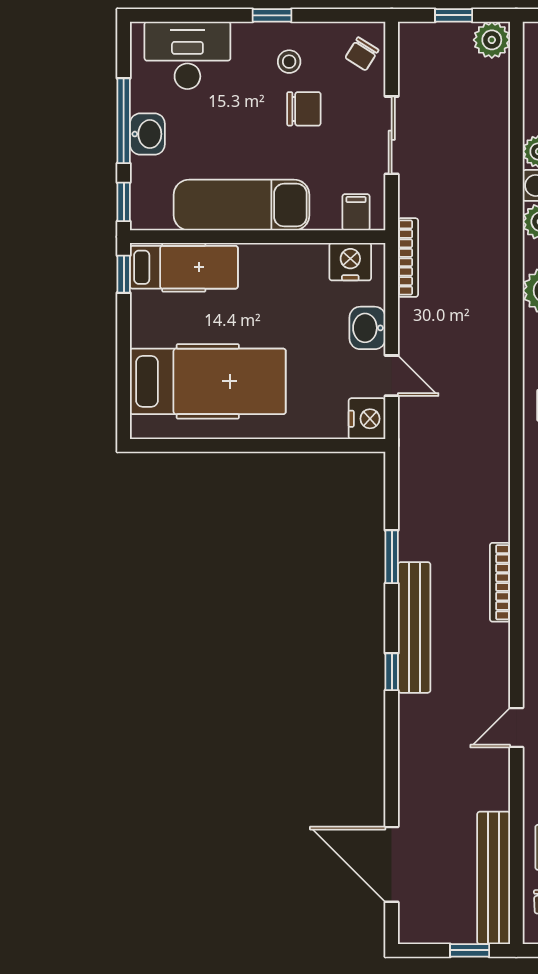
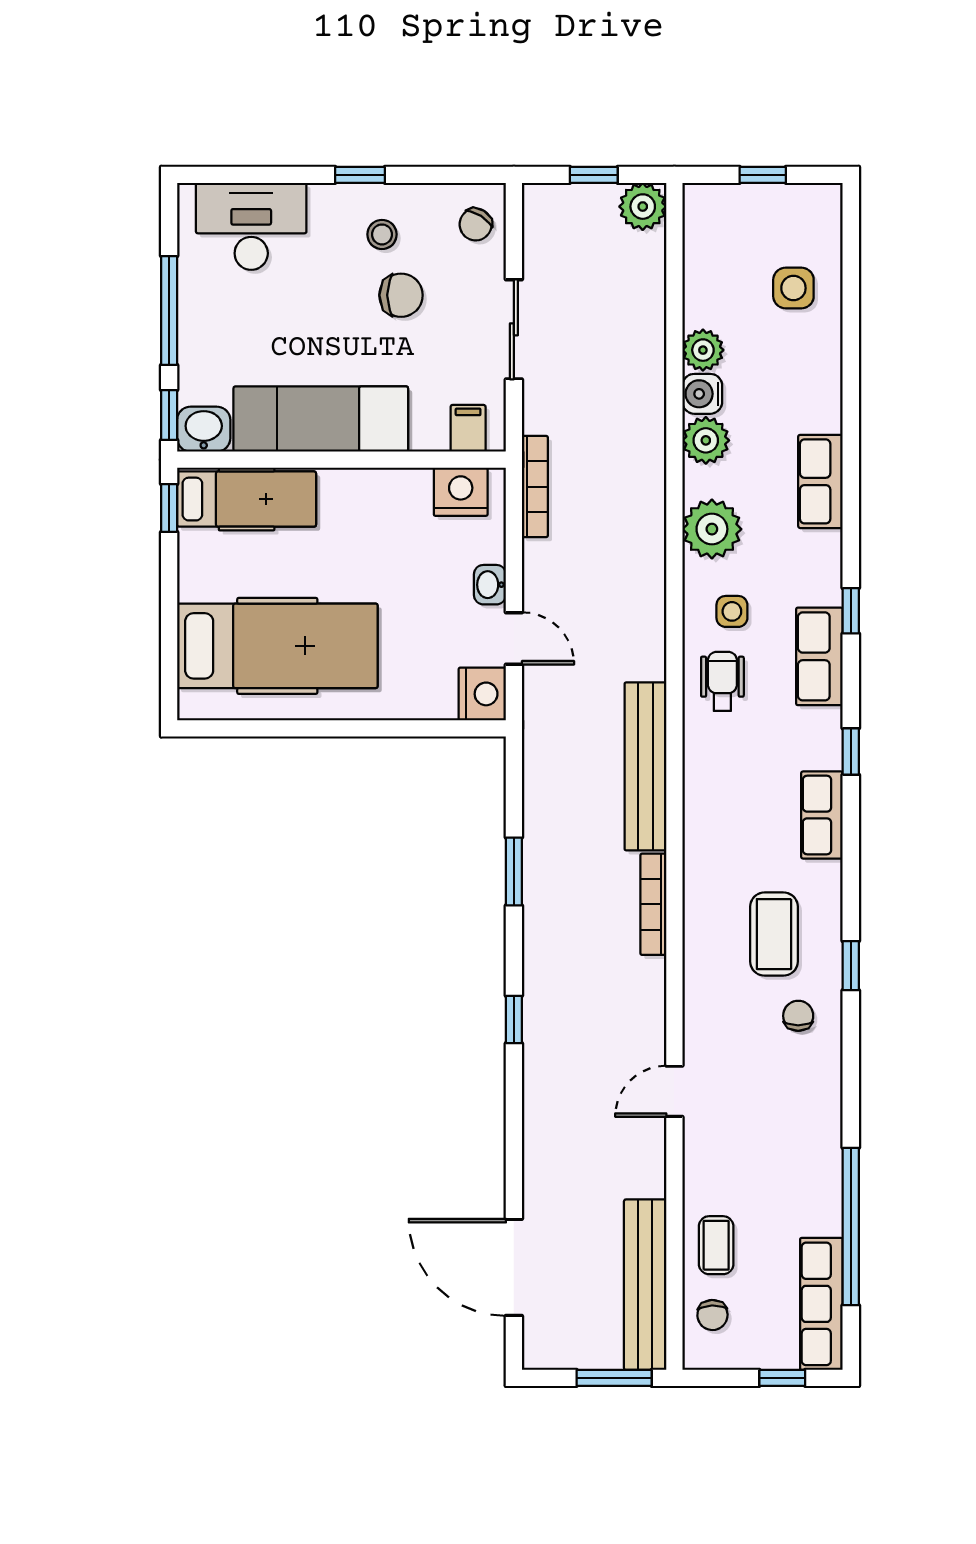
washbasin: (147, 134) -> (204, 429), moved, turned -90
washbasin: (367, 328) -> (490, 585), width x0.72, depth x0.69
bench: (414, 627) -> (645, 766), moved
window: (470, 950) -> (614, 1378), width x1.50

